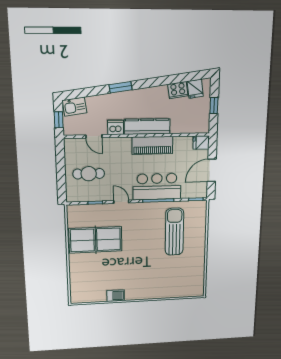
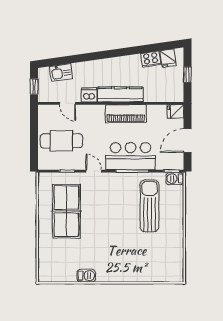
window: (121, 87) -> (94, 56), removed
kitchen sink: (75, 107) -> (61, 73), moved
cafe table: (89, 174) -> (61, 141), width x1.37, depth x1.35
barbecue: (199, 206) -> (175, 179), added
table tennis table: (95, 240) -> (66, 211), turned 90

